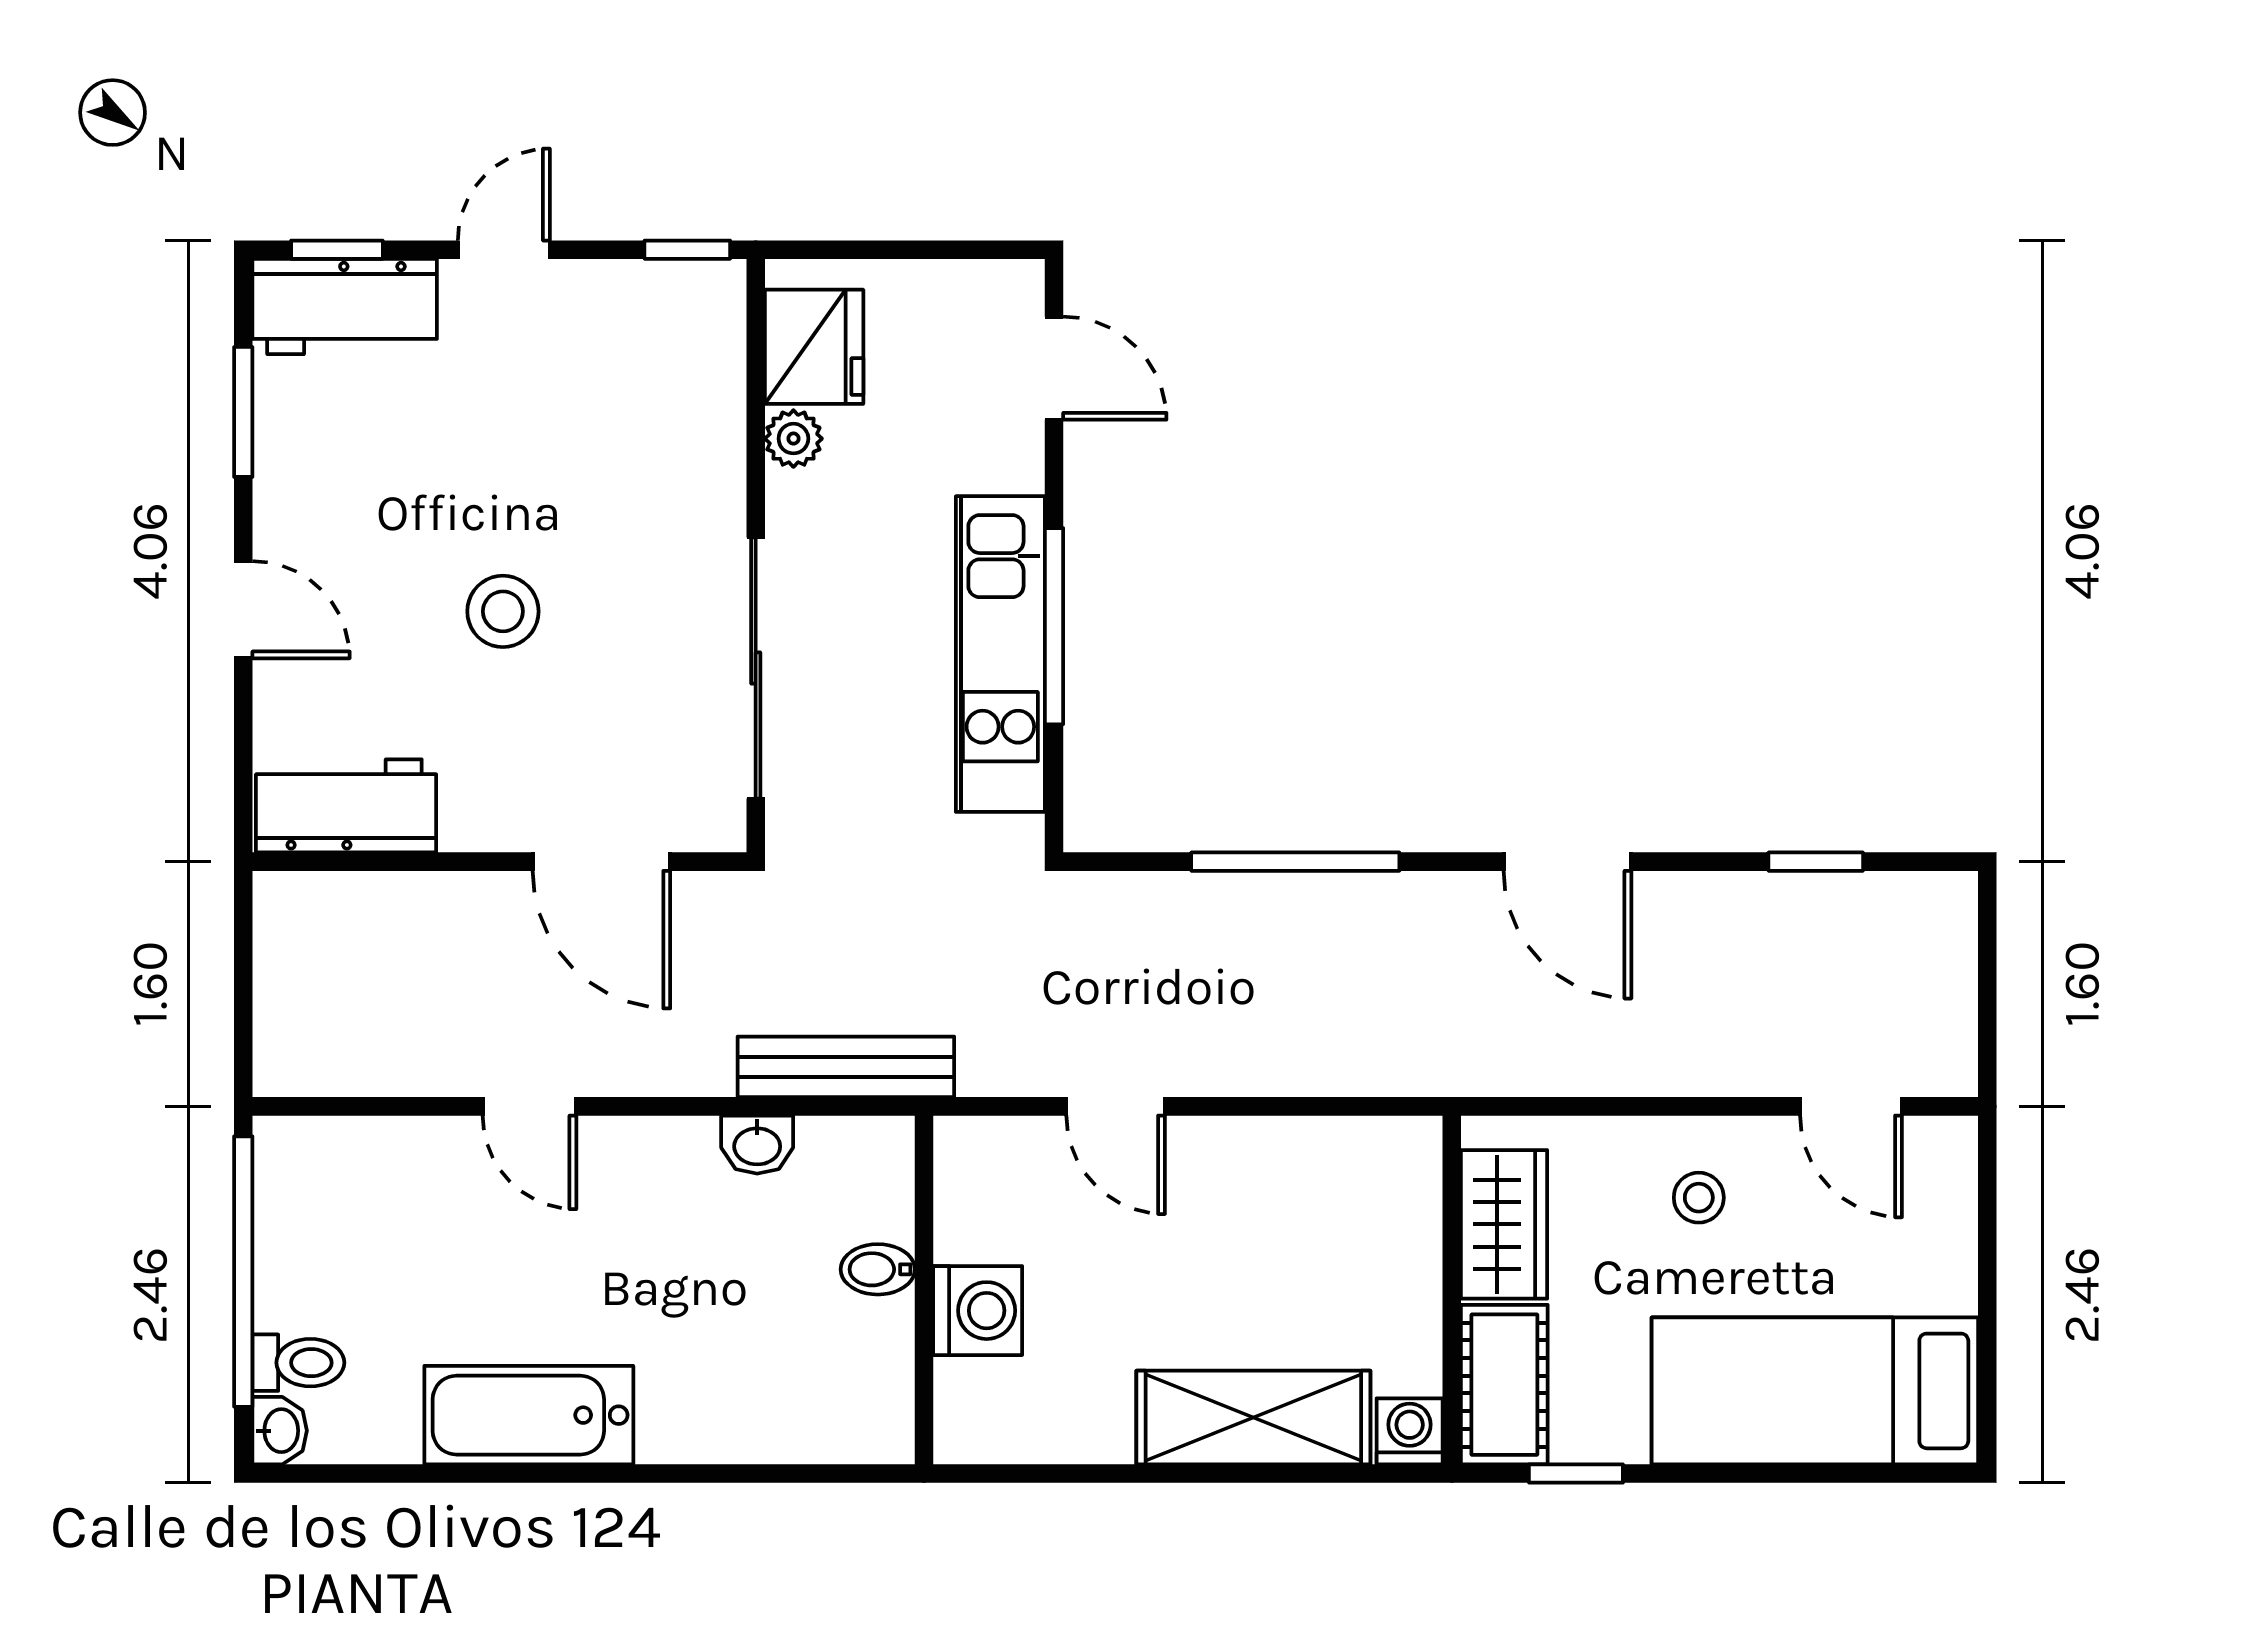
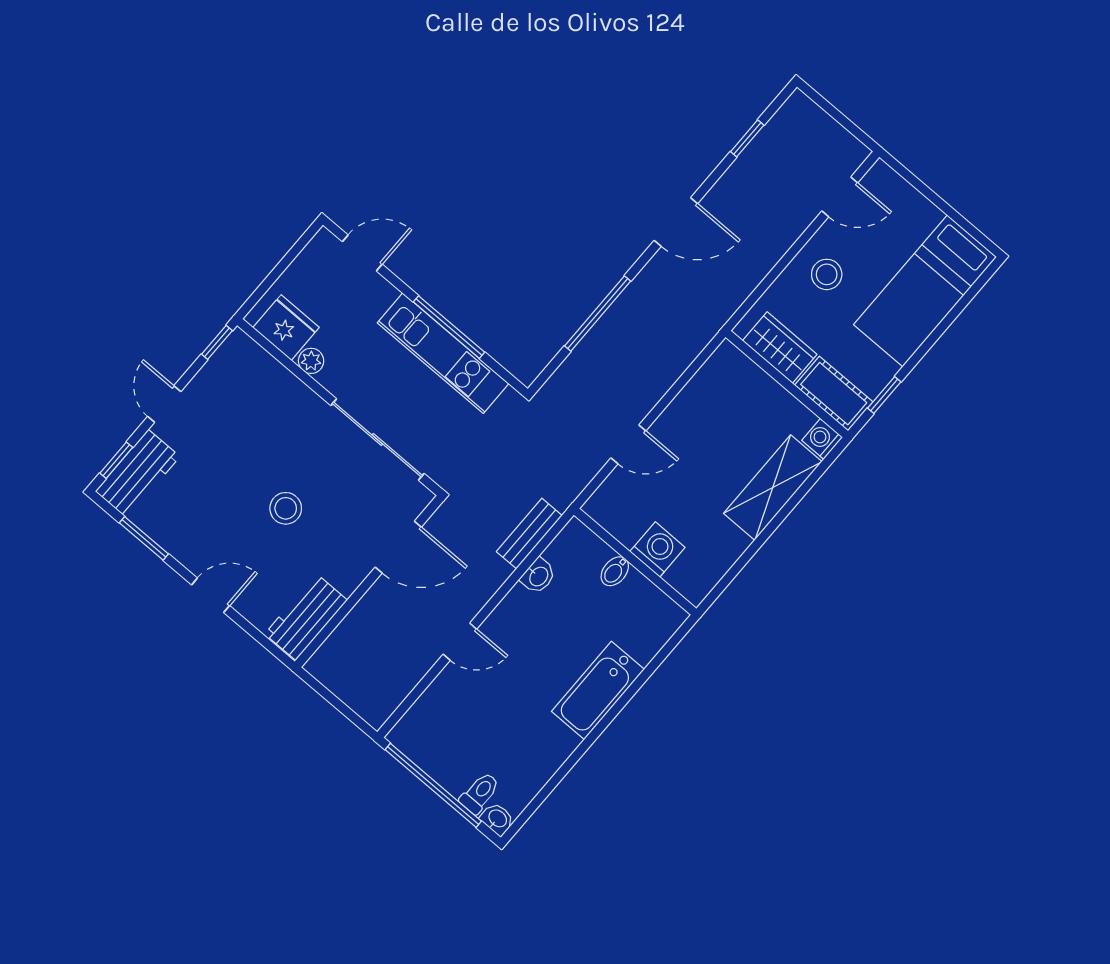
bench: (846, 1067) -> (529, 534), width x0.73
stool: (1699, 1198) -> (827, 274), width x1.37, depth x1.37
bathtub: (529, 1415) -> (598, 690), moved

